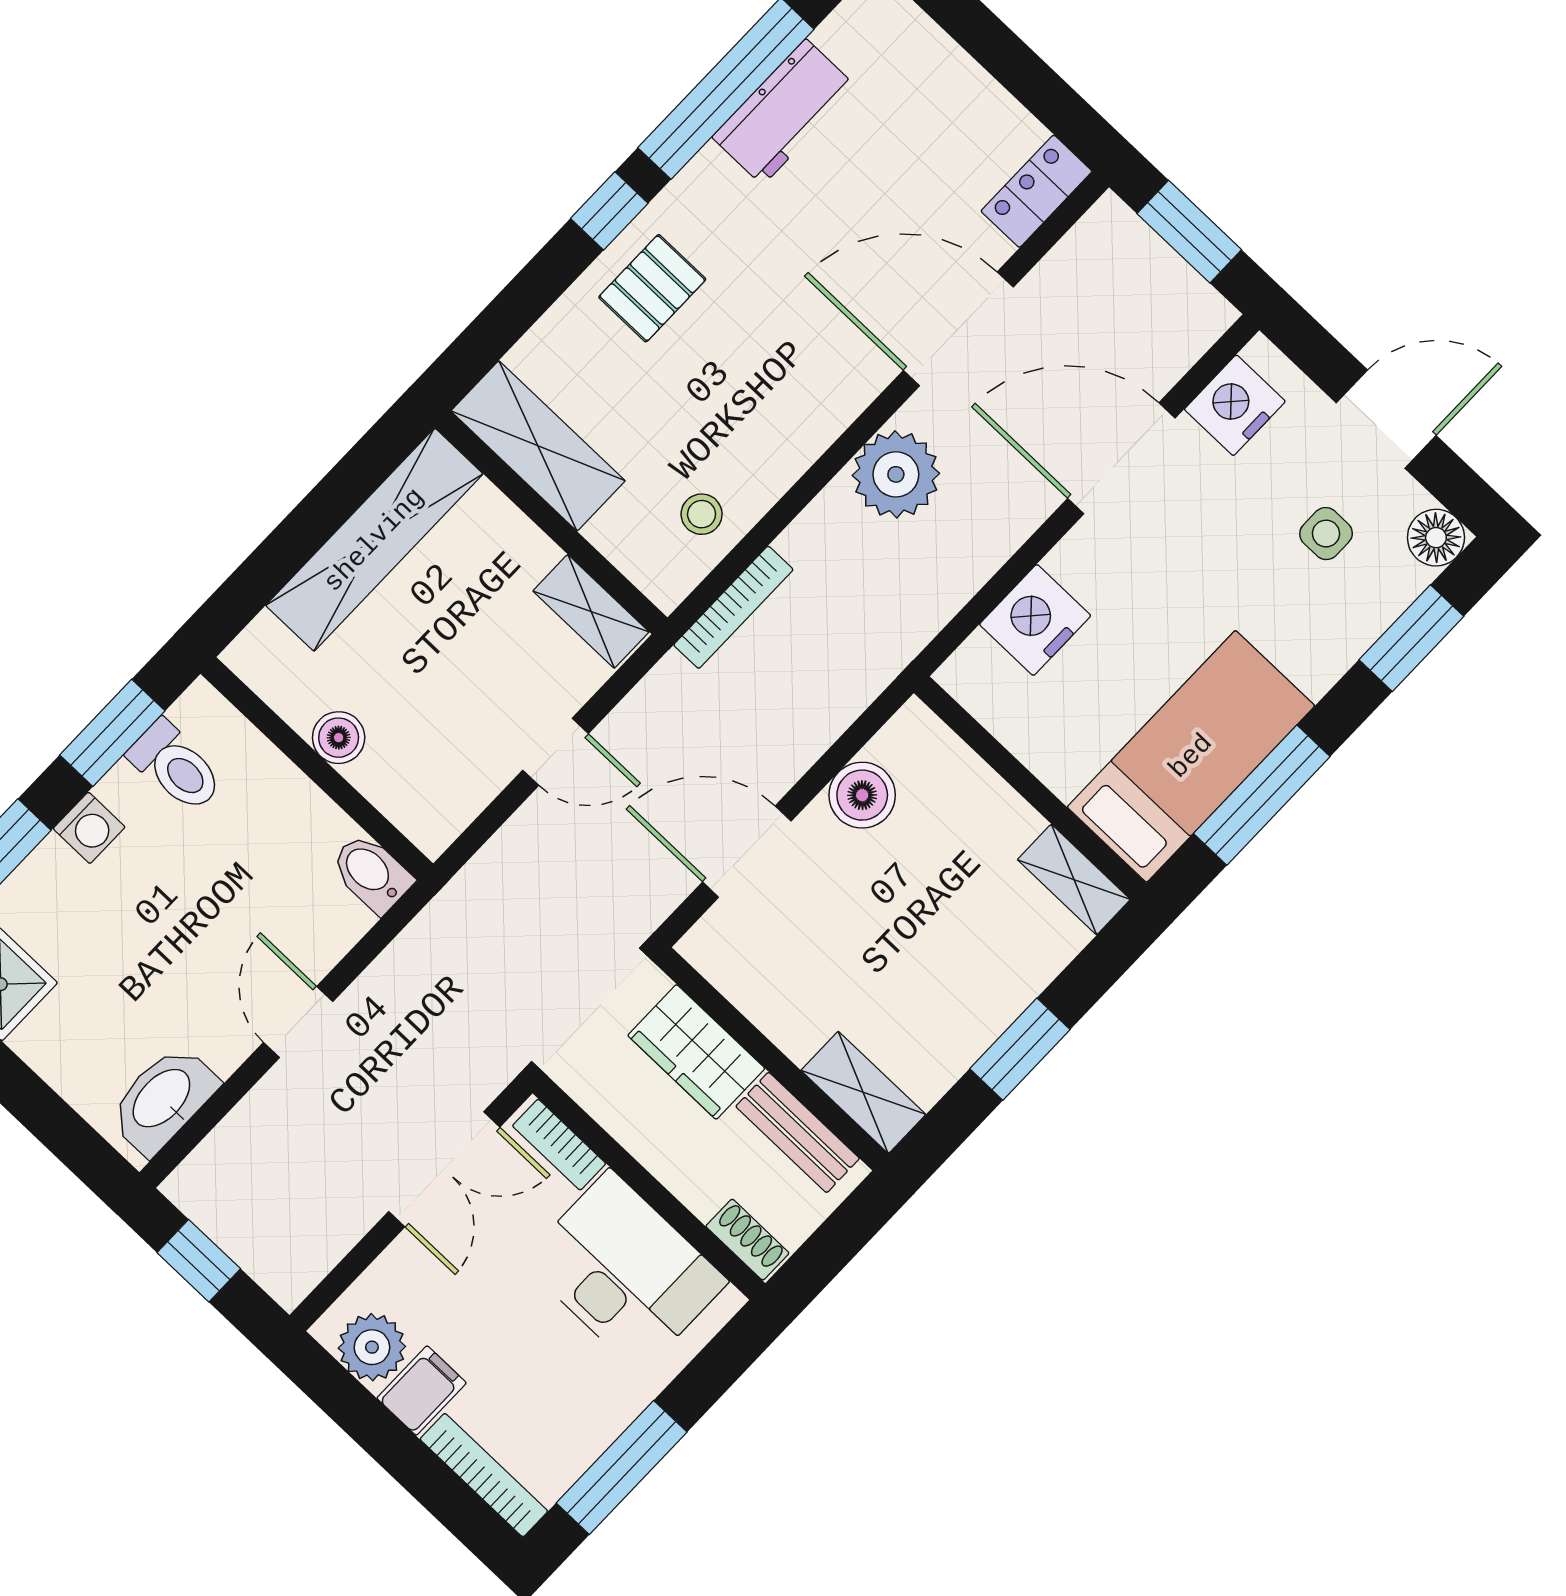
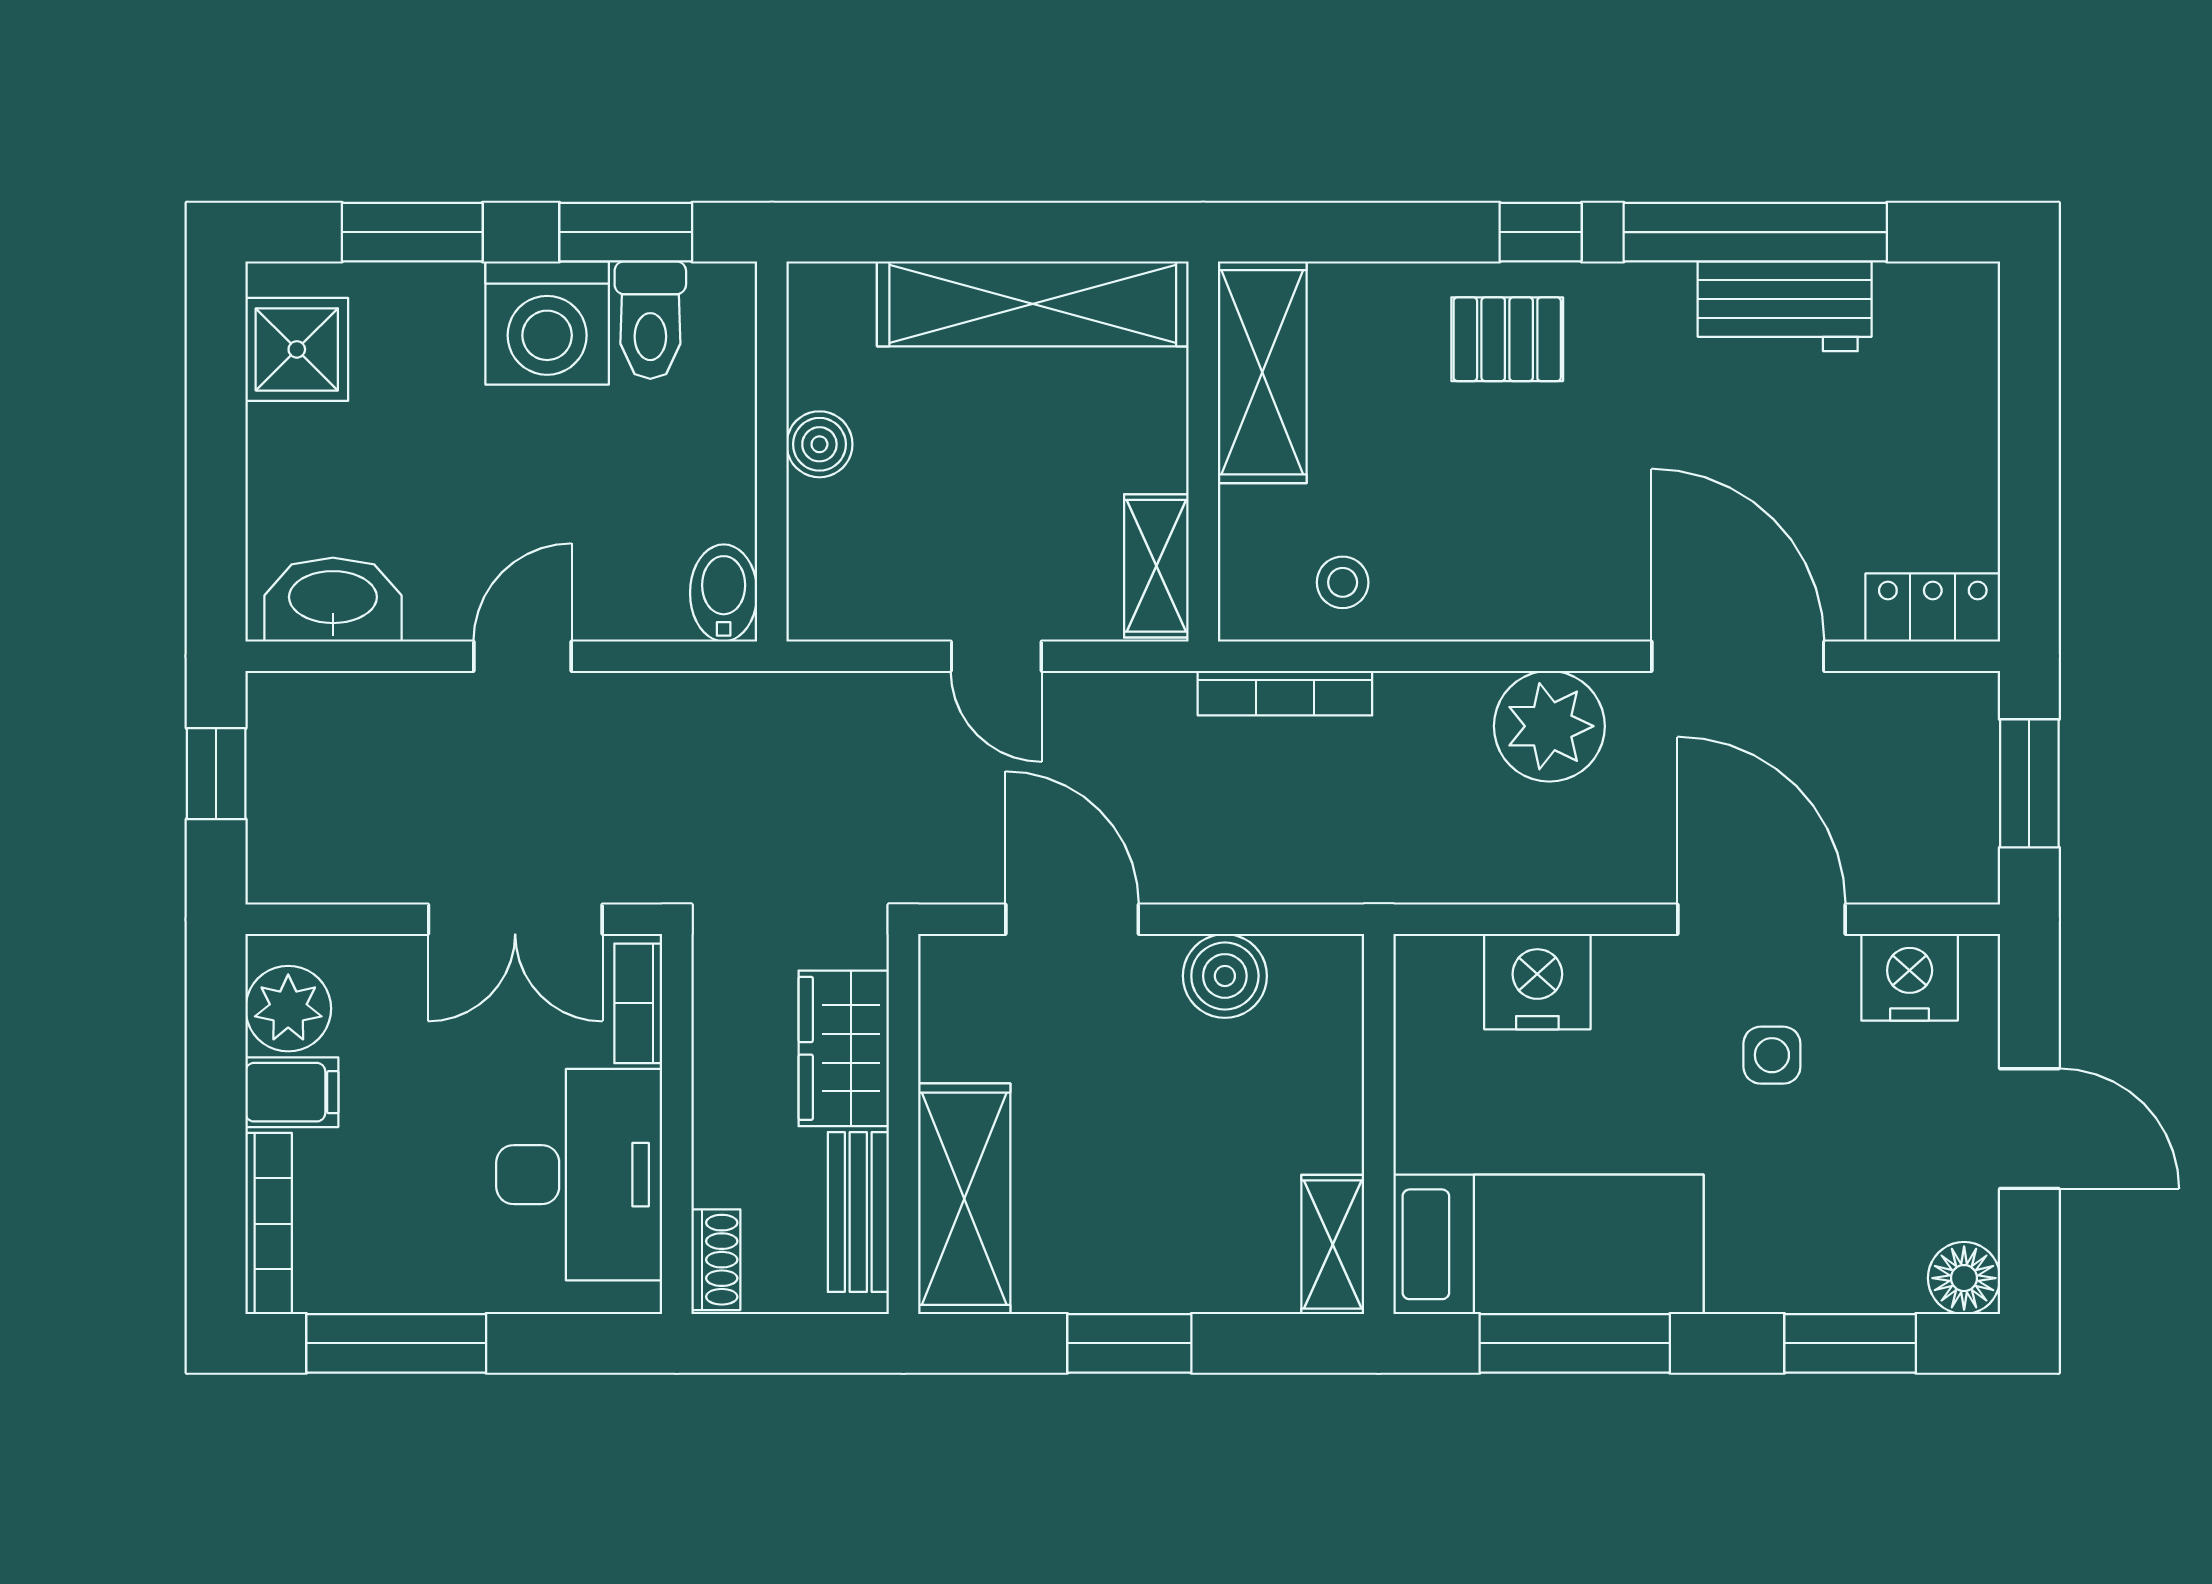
side table: (1326, 534) -> (1772, 1055), moved
washing machine: (89, 828) -> (547, 323), width x1.89, depth x1.89
shelving: (863, 1092) -> (964, 1199), width x1.50, depth x1.33

